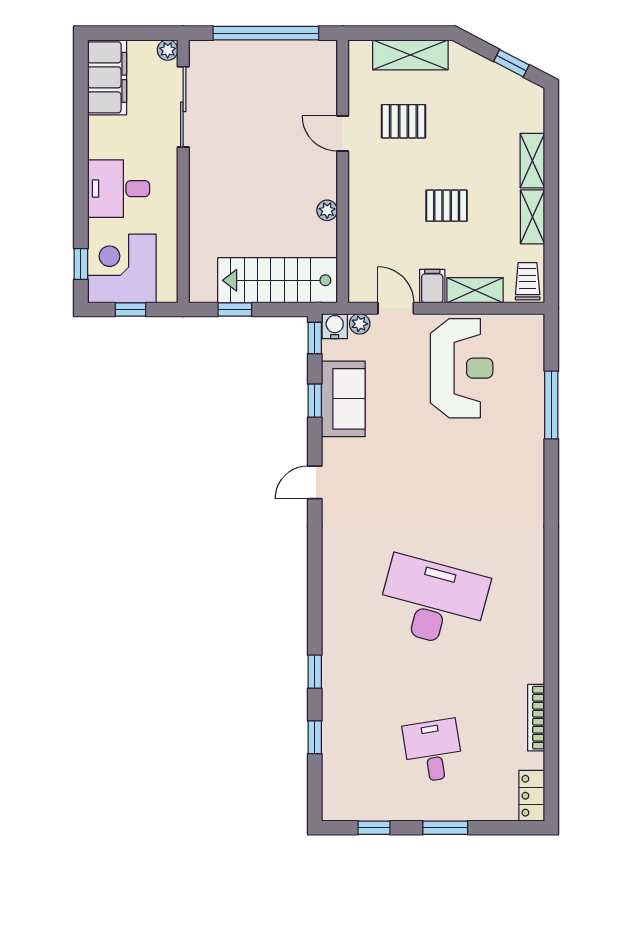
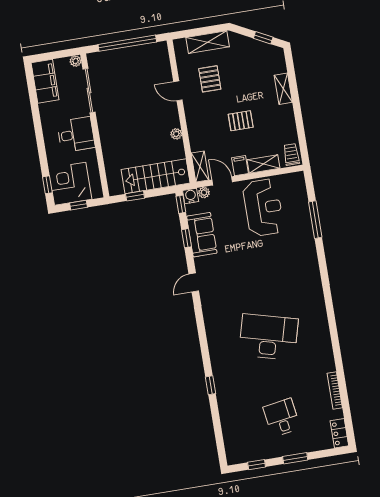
pallet: (403, 121) -> (210, 79), turned 90
desk: (119, 189) -> (76, 135), moved, turned 180
shelving: (533, 217) -> (200, 167), moved
window: (315, 737) -> (216, 421), removed

